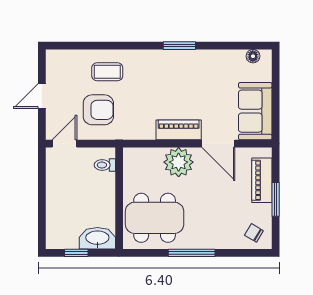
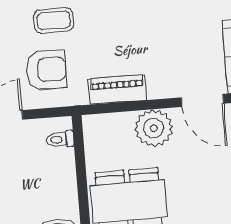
piano: (179, 130) -> (117, 90), moved

